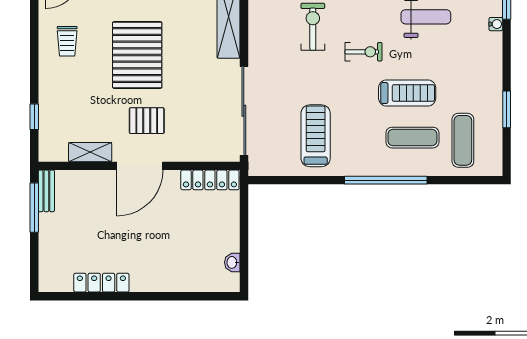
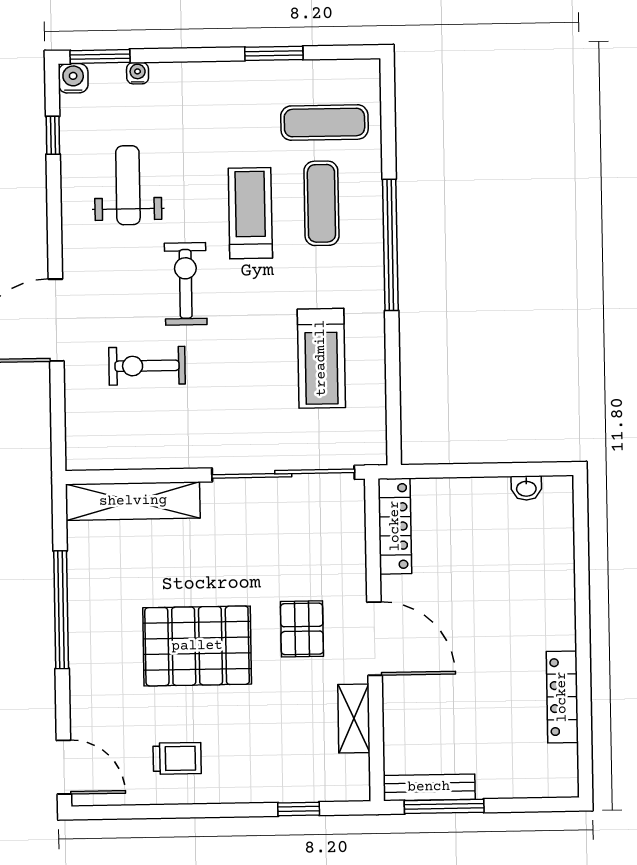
exercise bike: (364, 52) -> (186, 284), width x1.38, depth x1.39
treadmill: (316, 136) -> (321, 358), turned -90
bench: (46, 191) -> (429, 787), width x1.36

